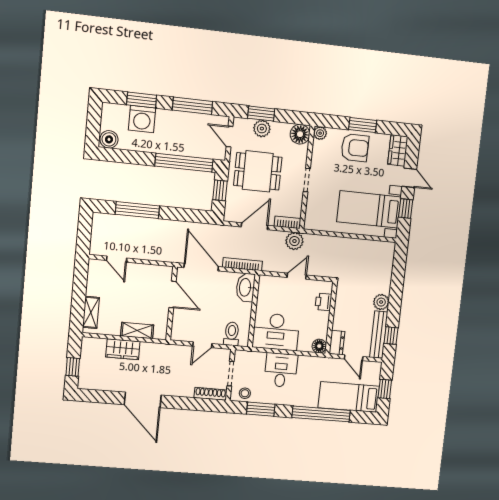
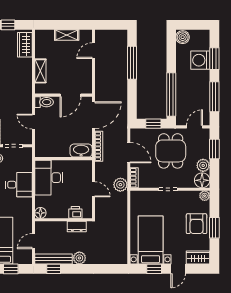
plant: (262, 129) -> (203, 165), moved
shelving: (91, 312) -> (67, 35), moved
toilet: (232, 334) -> (44, 102), moved
dresser: (337, 343) -> (77, 226), moved
wardrobe: (123, 349) -> (25, 45), moved

